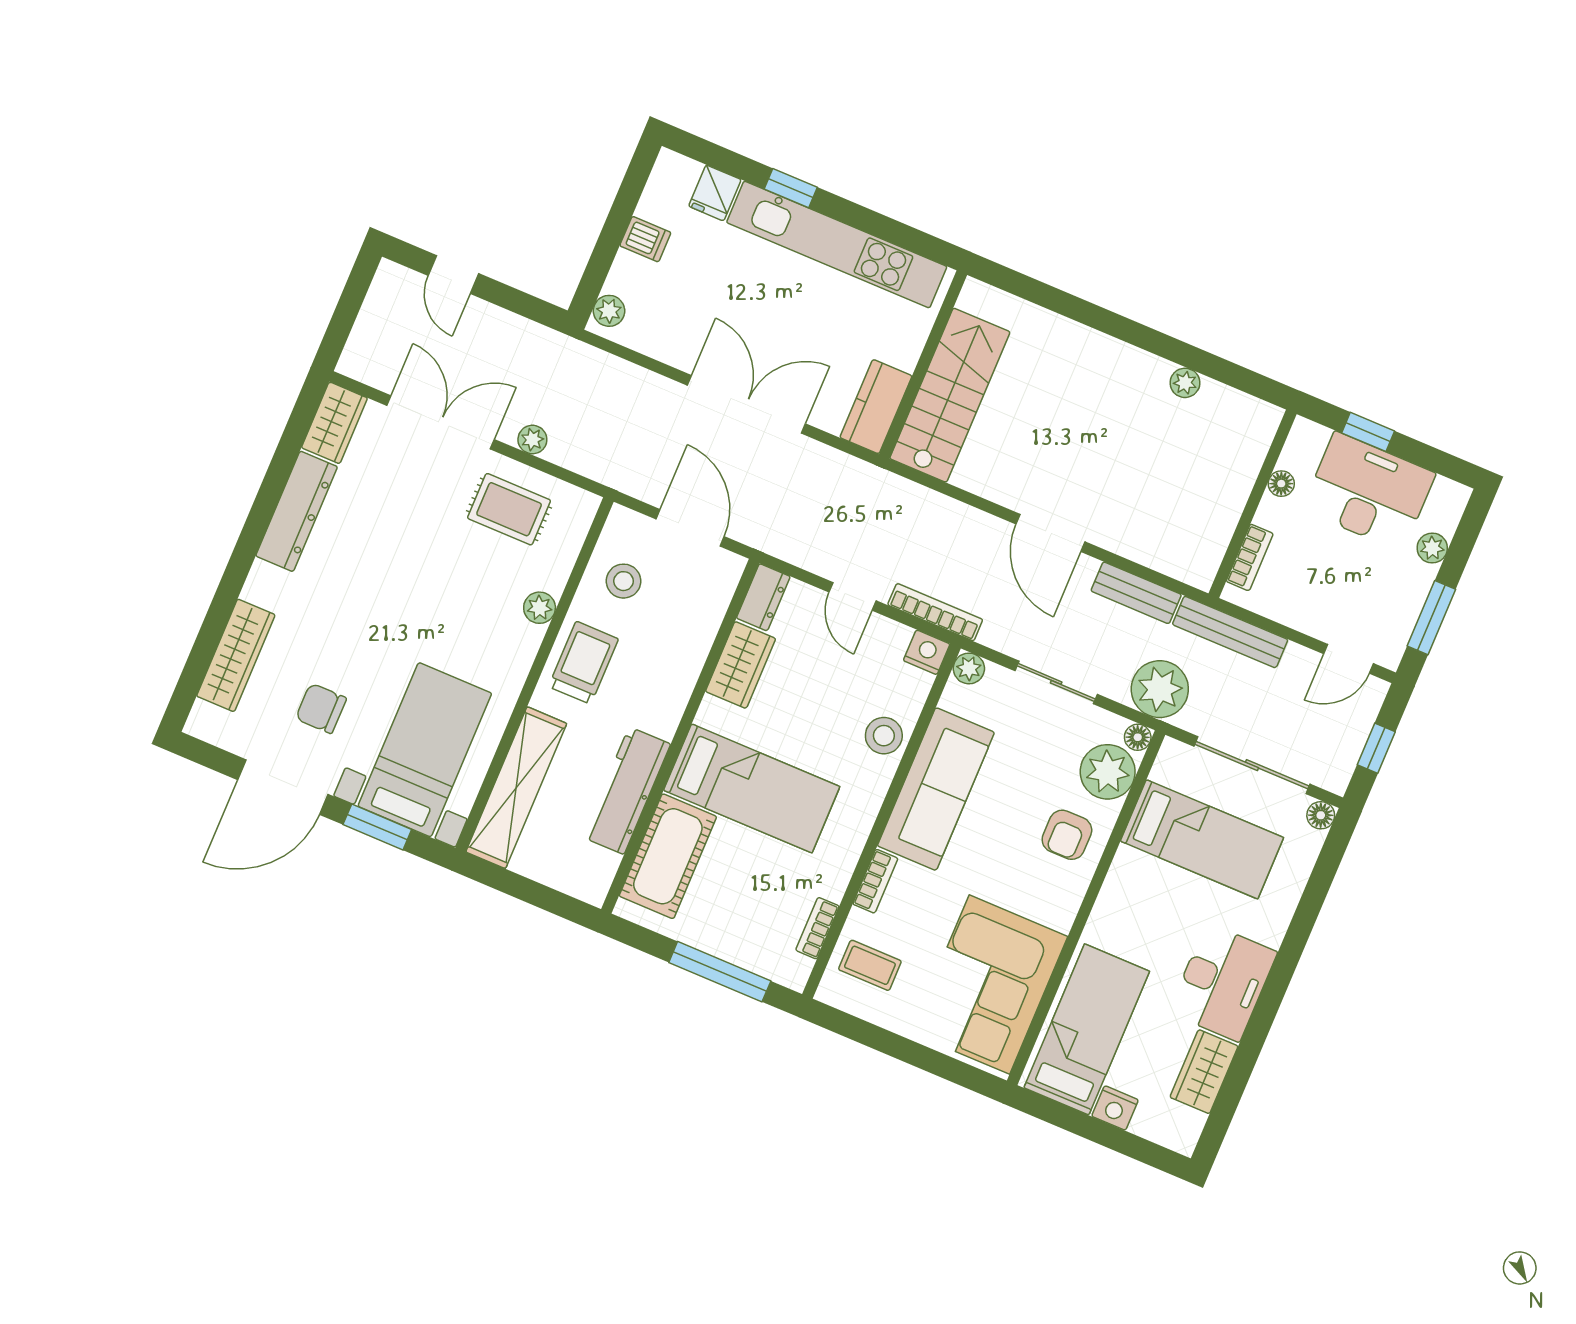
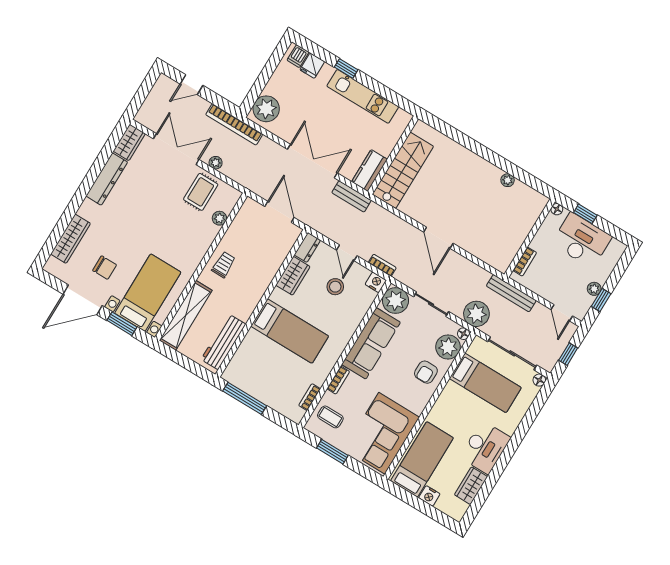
dishwasher: (645, 239) -> (298, 56), moved, turned 90
kitchen unit: (837, 245) -> (363, 96), width x0.73
door: (453, 274) -> (191, 85), hinge flipped
plant: (609, 311) -> (266, 109), width x1.87, depth x1.87
bookcase: (561, 349) -> (234, 124), added
floor lamp: (1281, 484) -> (557, 209), moved
rug: (509, 509) -> (201, 192), turned 90
plant: (1432, 548) -> (594, 289), moved
stool: (624, 581) -> (247, 231), removed
bench: (1136, 593) -> (352, 196), moved
plant: (540, 608) -> (219, 218), moved
bookcase: (935, 612) -> (382, 265), width x0.64
window: (1431, 618) -> (601, 300), width x0.67
door: (1348, 659) -> (562, 313), hinge flipped
trolley: (583, 663) -> (224, 265), width x0.73, depth x0.72
plant: (969, 668) -> (395, 301), width x1.87, depth x1.87
chair: (321, 708) -> (105, 268), turned 180
stool: (884, 736) -> (335, 287), moved
workbench: (627, 791) -> (223, 342), moved
cot: (668, 856) -> (248, 356), removed
window: (720, 972) -> (245, 398), moved
window: (886, 1042) -> (332, 452), added

